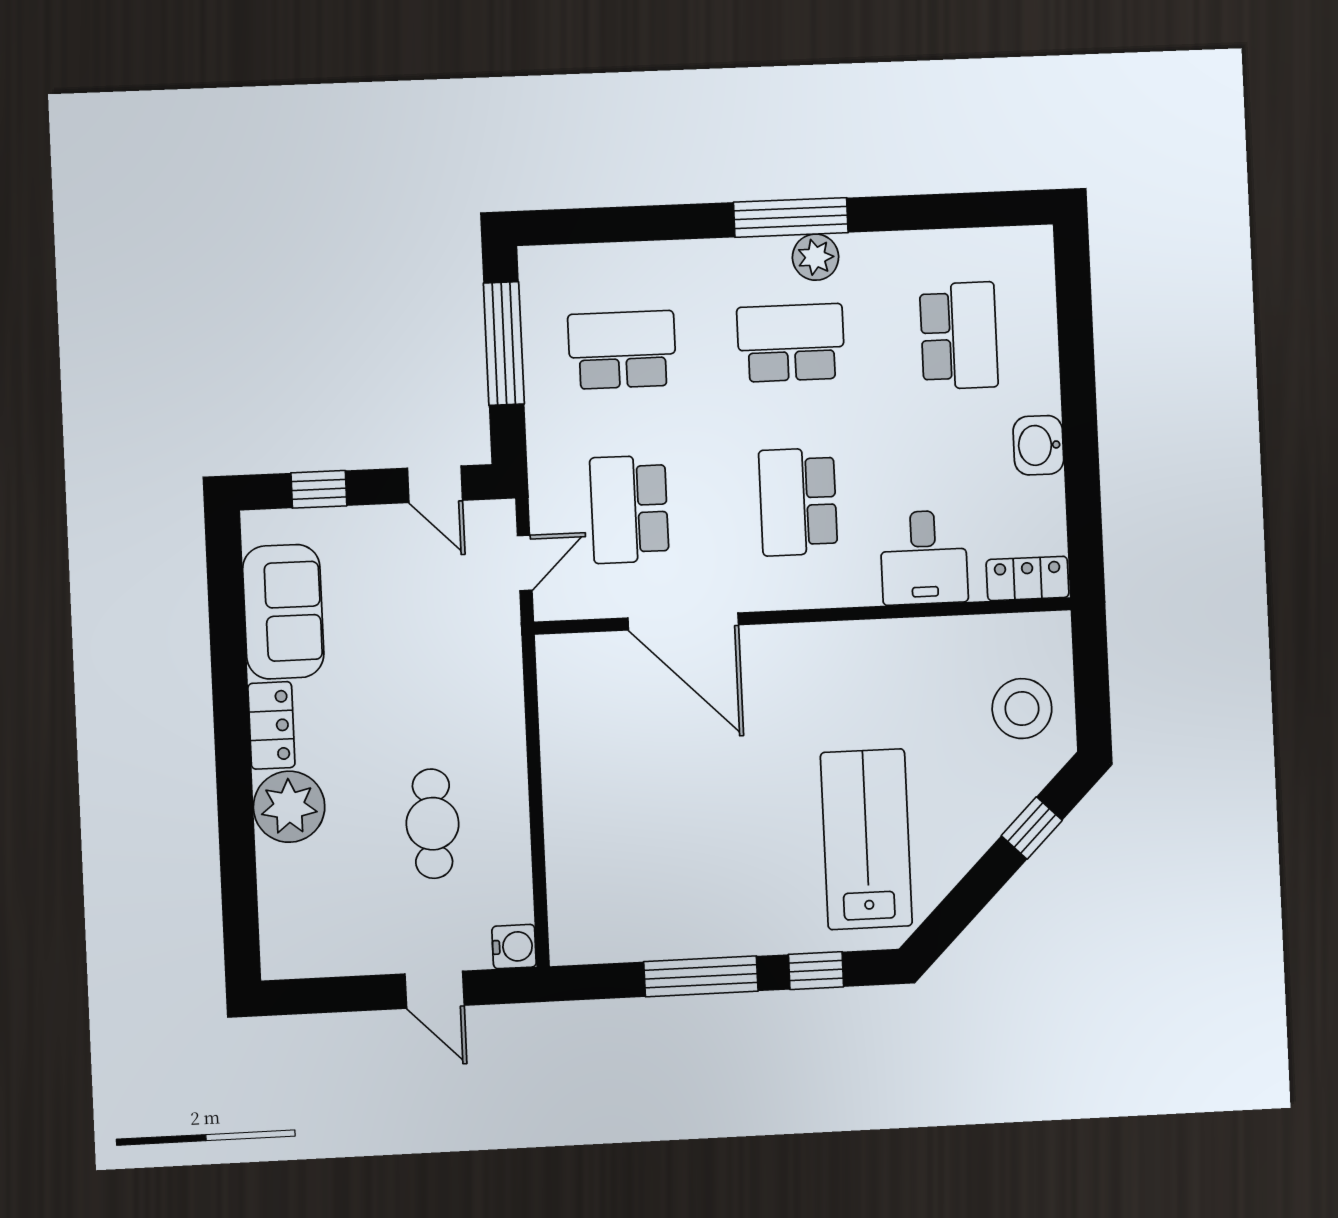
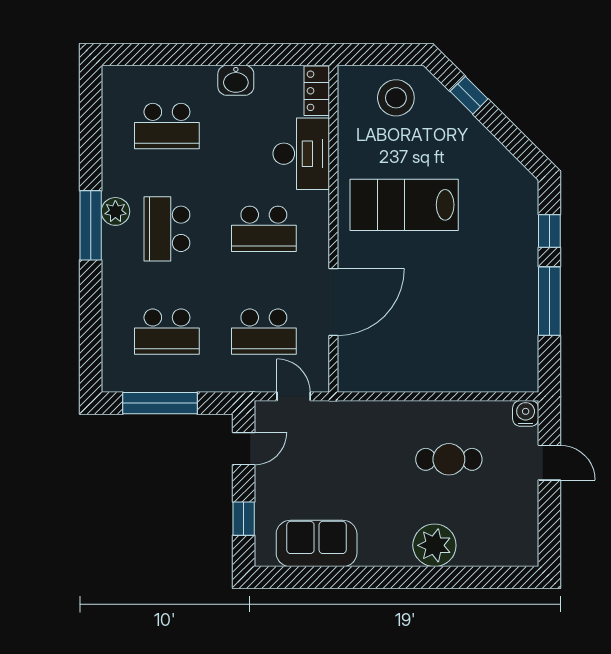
school desk: (959, 336) -> (167, 126), turned 180
school desk: (622, 350) -> (167, 332), turned -90
desk: (924, 558) -> (301, 154), width x1.37
locker: (271, 725) -> (385, 554), removed
lab bench: (866, 839) -> (404, 205), moved
door: (435, 990) -> (549, 463), hinge flipped

